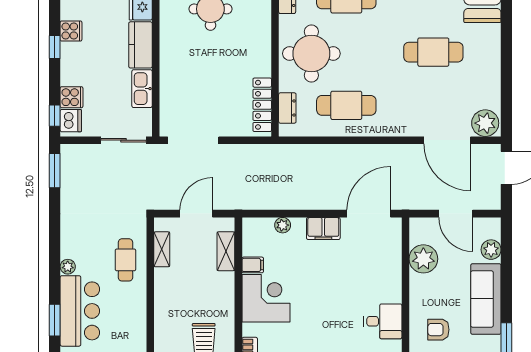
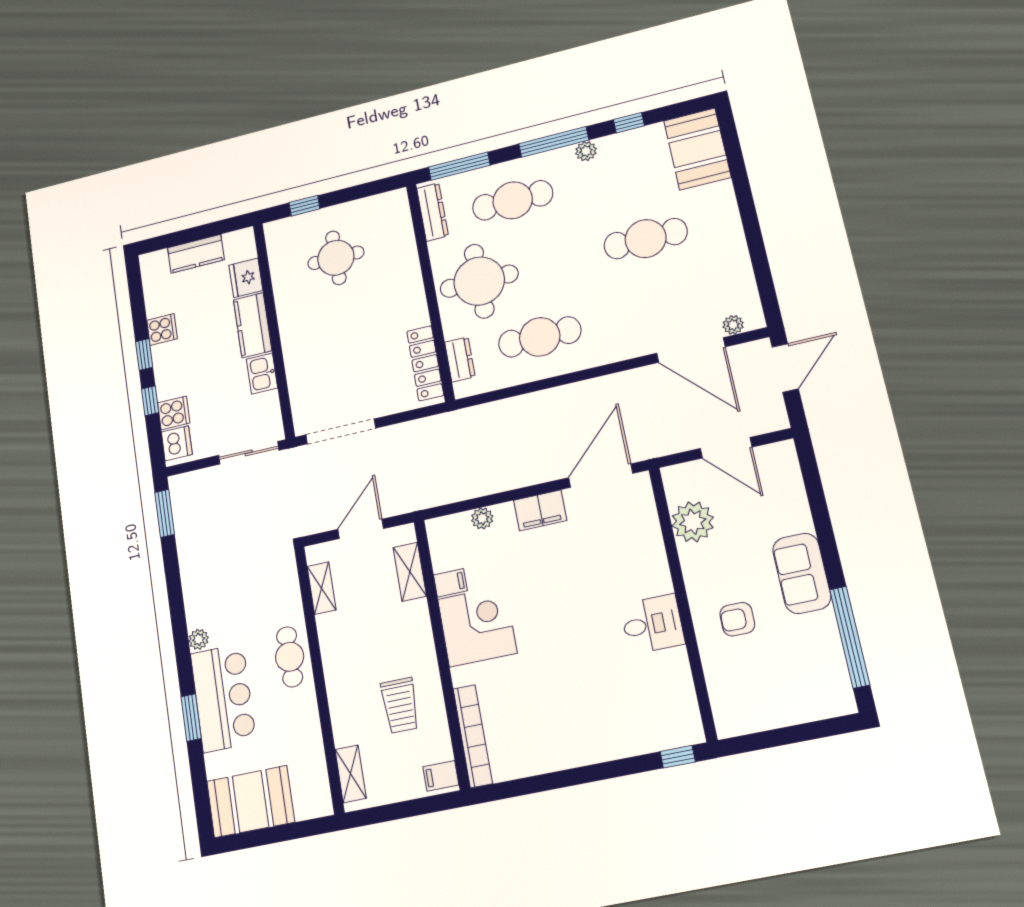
kitchen sink: (142, 89) -> (262, 374), width x0.73
window: (55, 116) -> (150, 401), moved
plant: (485, 123) -> (733, 325), width x0.53, depth x0.53
plant: (491, 250) -> (790, 487), removed
cafe table: (125, 260) -> (290, 657), moved
sofa: (486, 299) -> (802, 573), width x0.73

